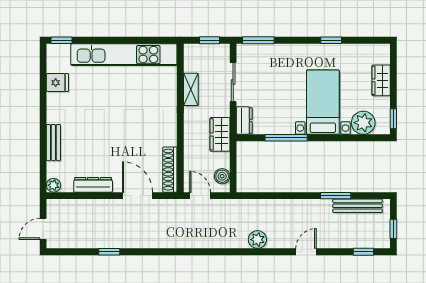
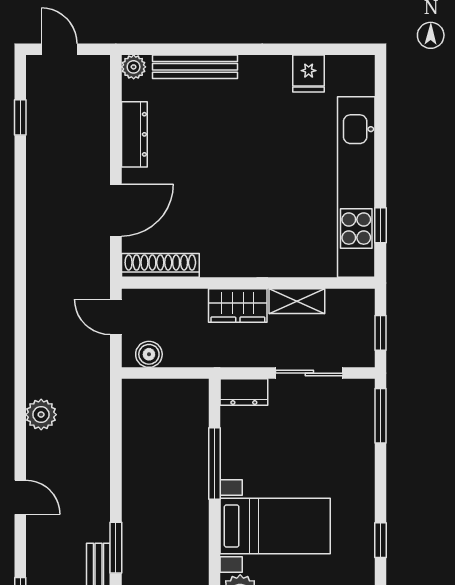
window: (62, 40) -> (381, 225), moved
wardrobe: (220, 134) -> (238, 305), moved, turned 180
bench: (53, 143) -> (195, 67), width x1.36
door: (200, 196) -> (116, 317), swing flipped
window: (109, 252) -> (20, 117), moved

